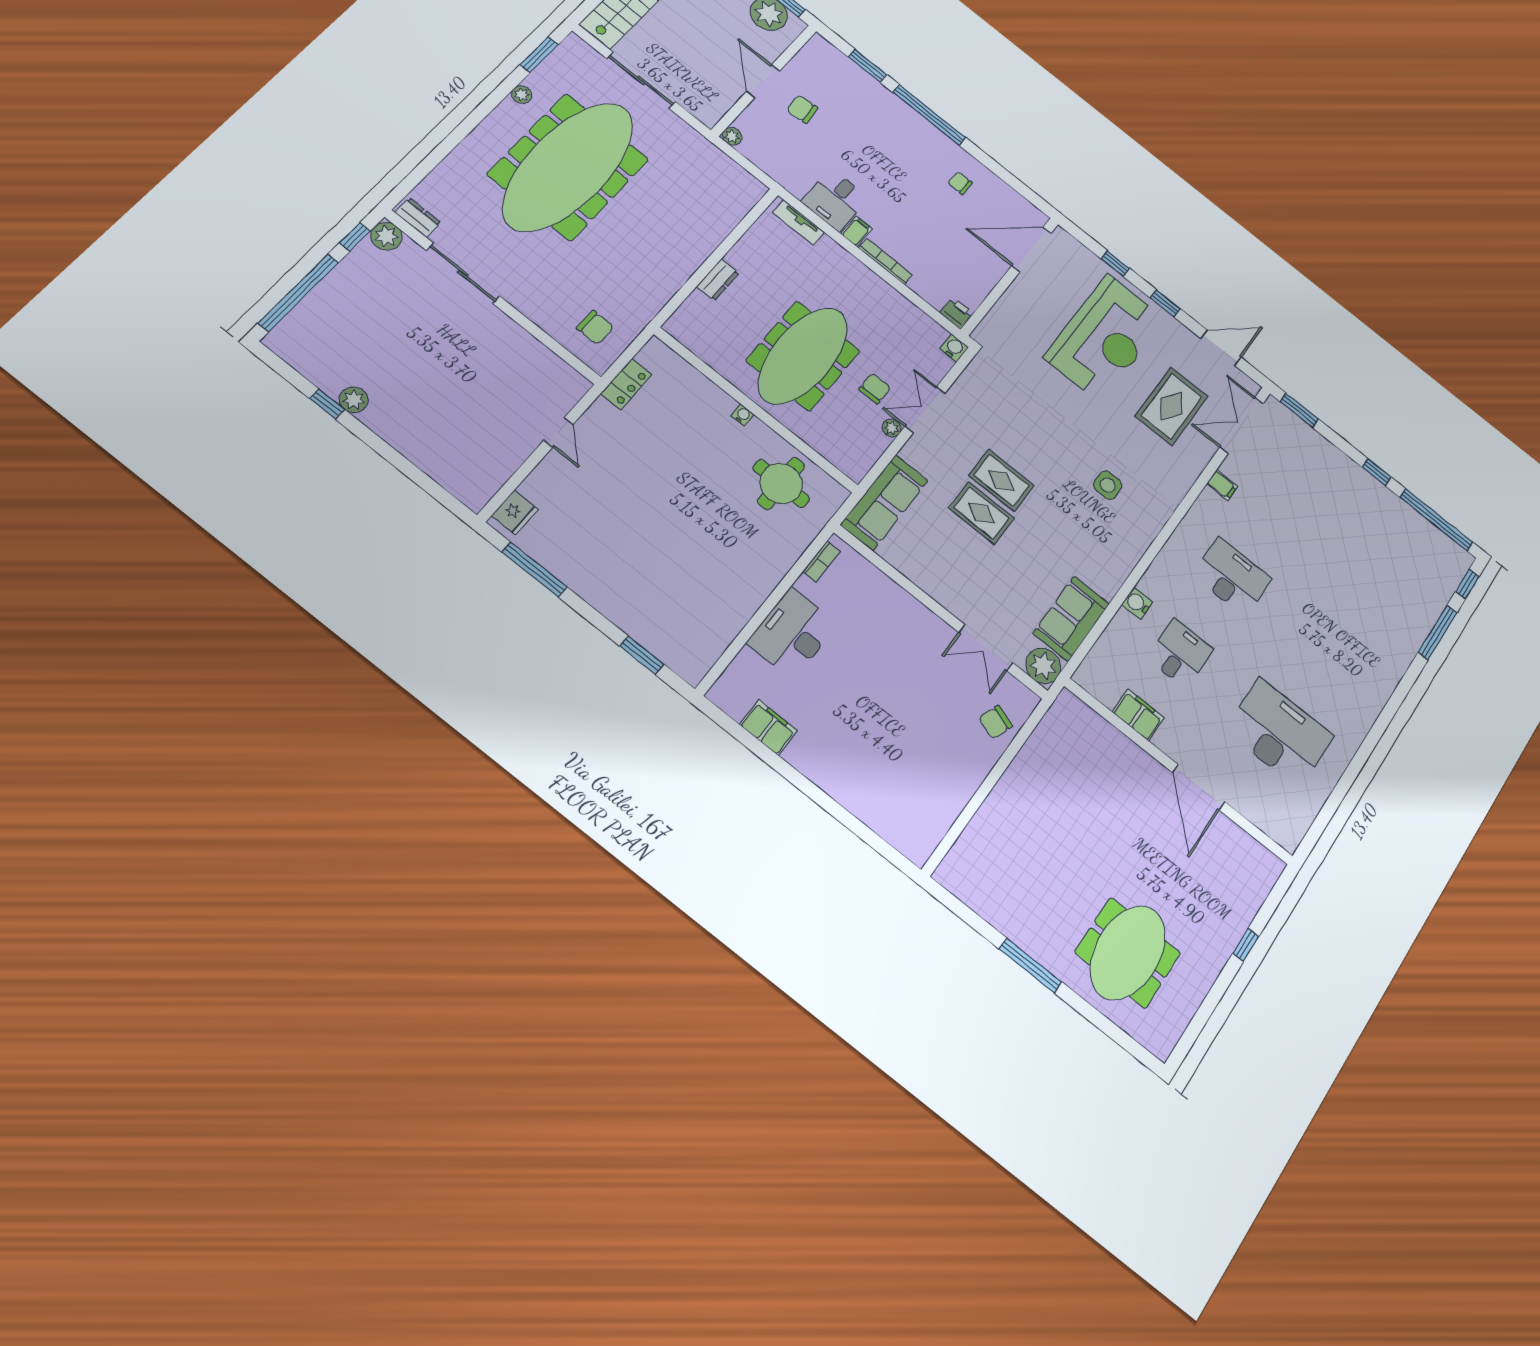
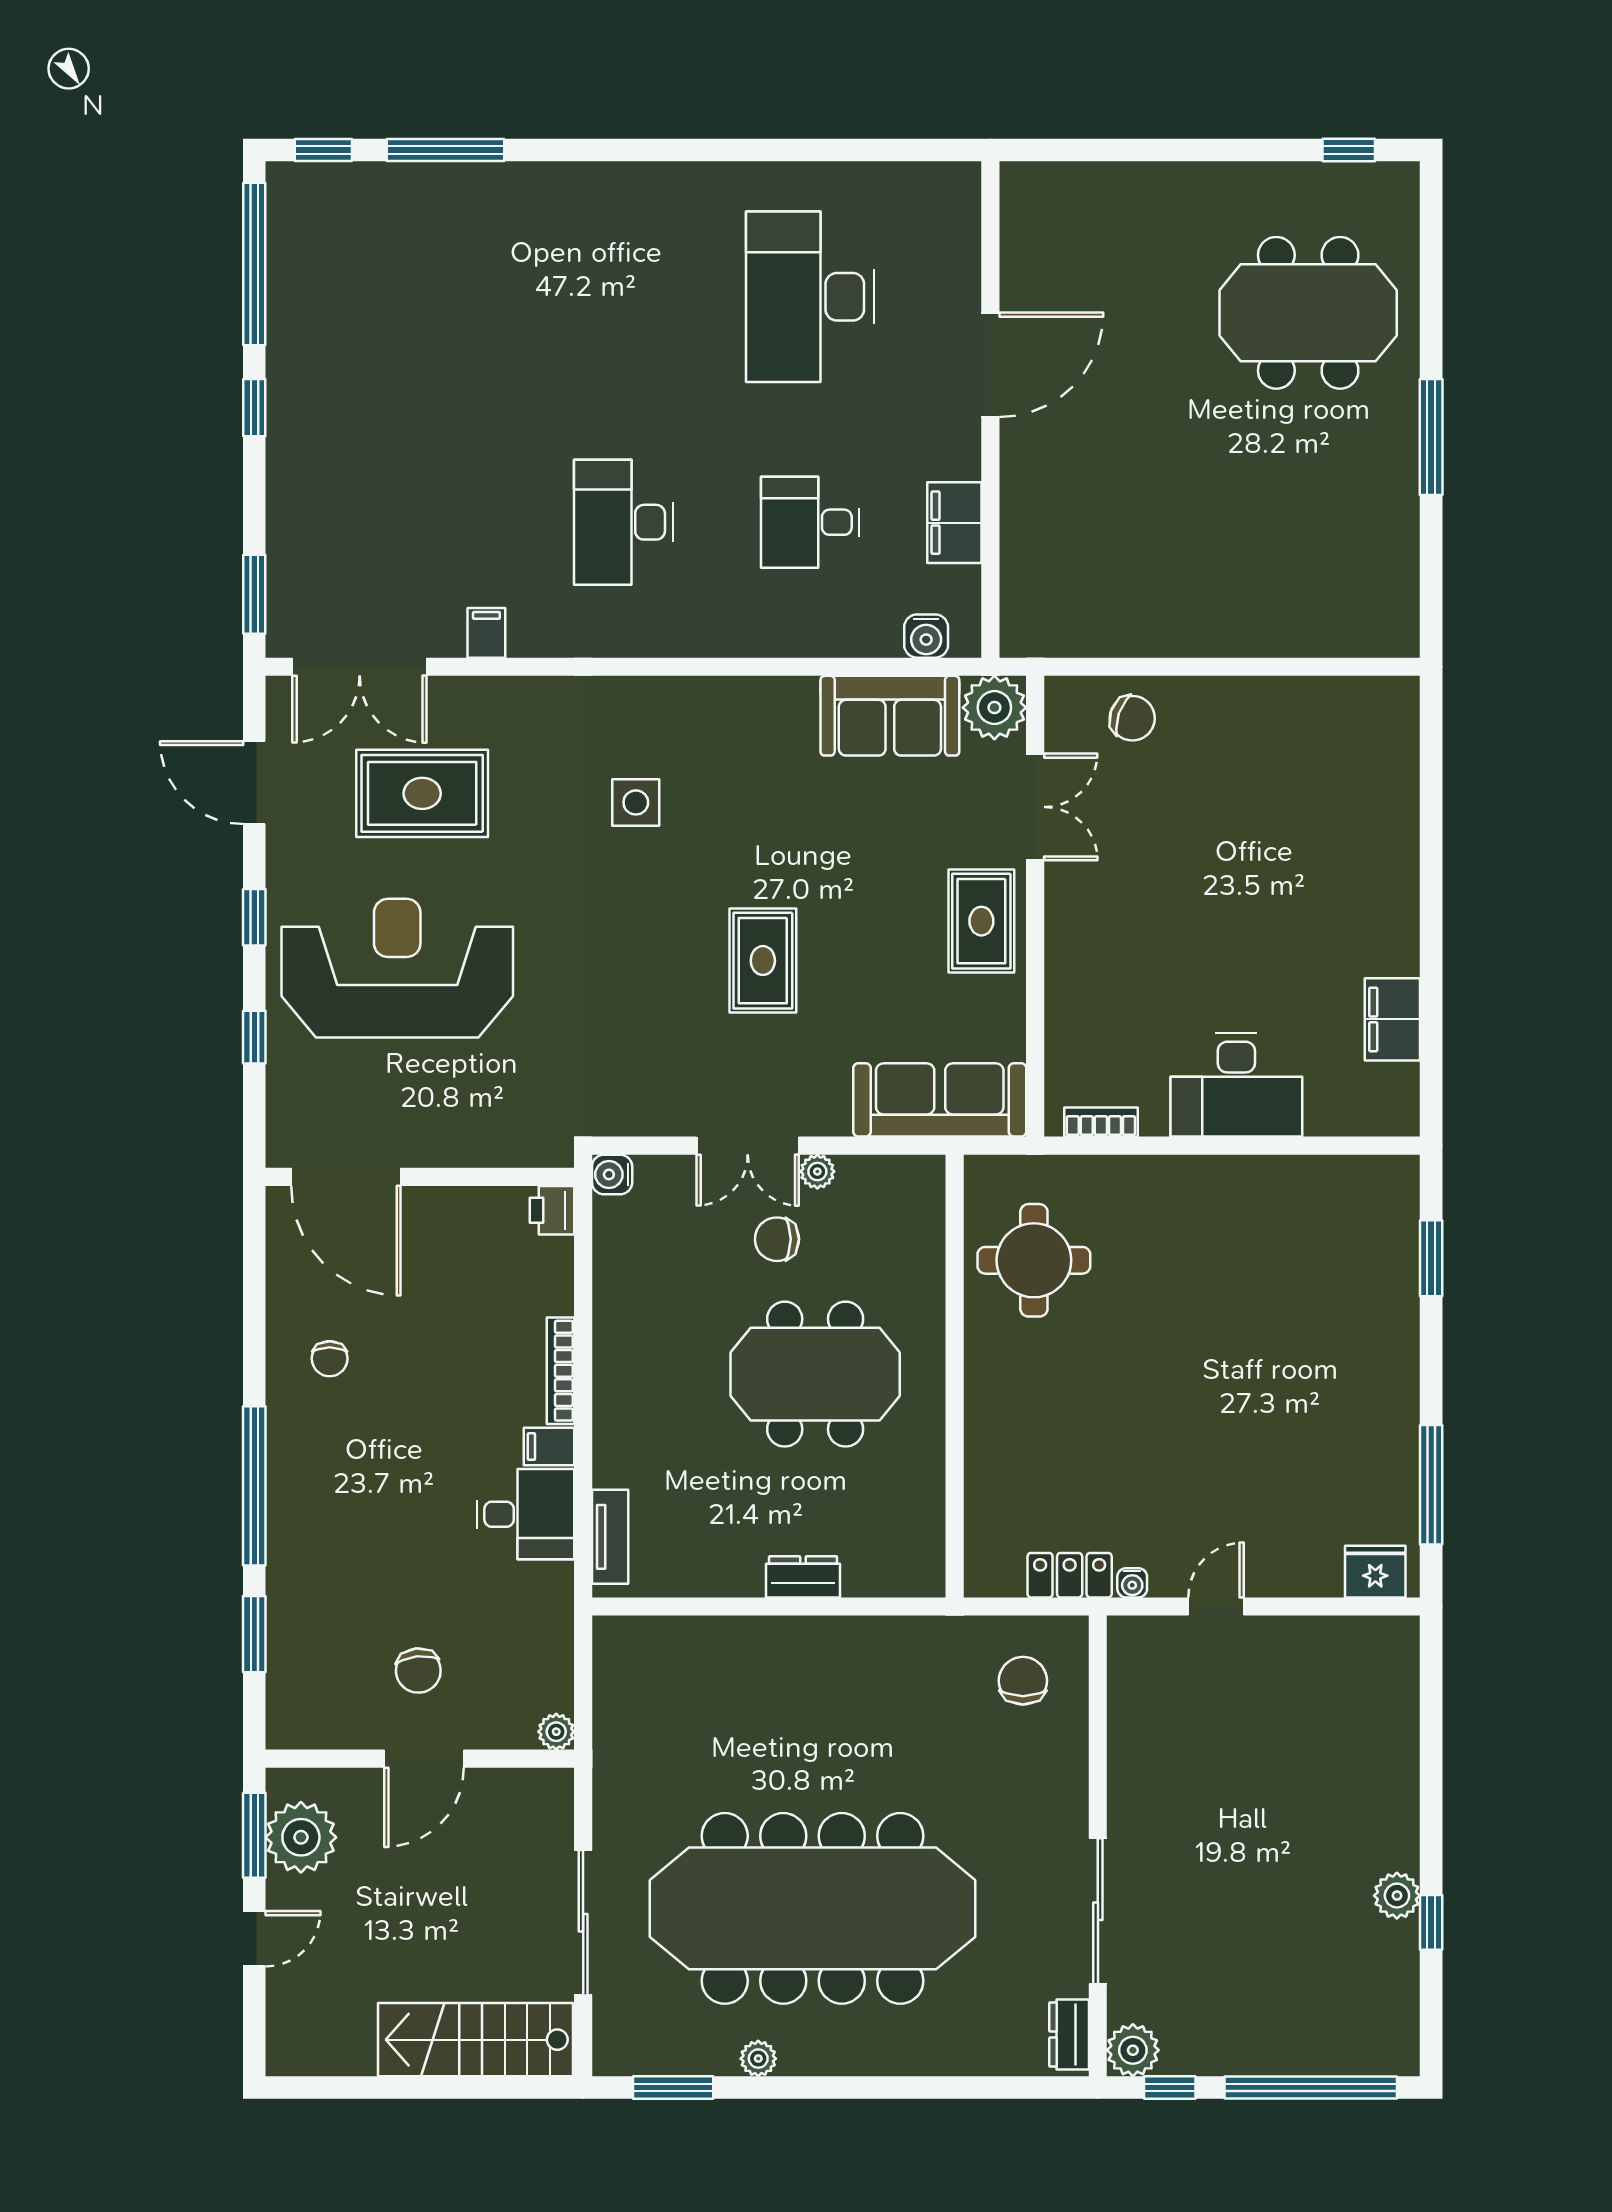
meeting table: (803, 356) -> (815, 1374), width x0.73
water cooler: (743, 415) -> (1132, 1583), moved, turned -90
rug: (981, 513) -> (981, 921), moved
water cooler: (1137, 603) -> (926, 636), moved
window: (1246, 945) -> (1349, 150), moved

